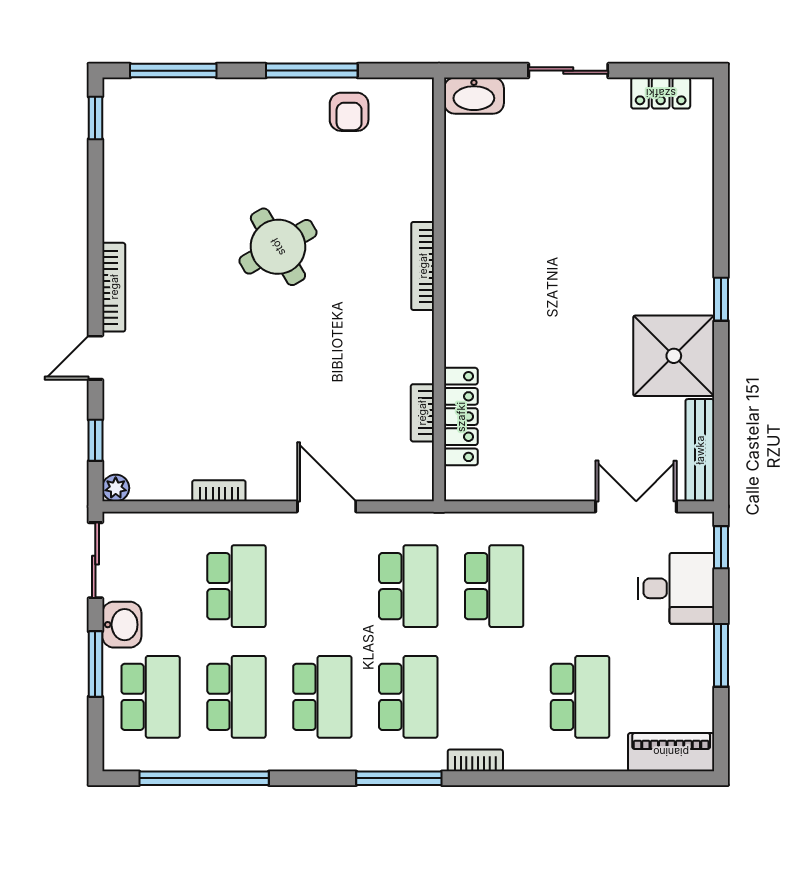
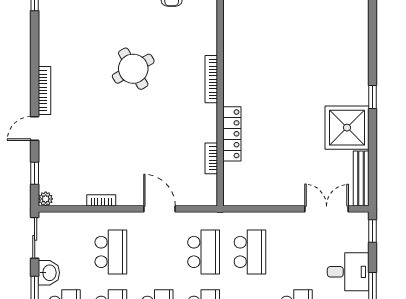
locker: (461, 417) -> (232, 134), moved
desk: (676, 588) -> (348, 272), moved

